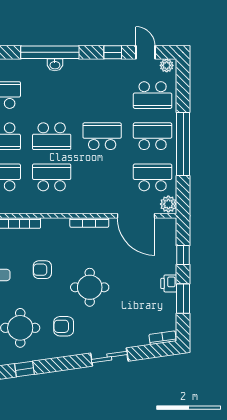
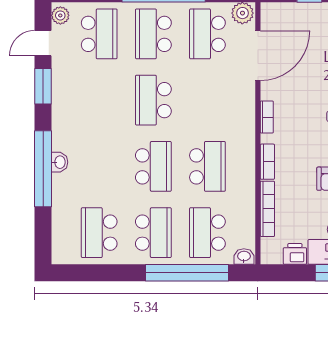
window: (113, 52) -> (43, 86), width x1.50
school desk: (52, 177) -> (207, 166), turned 180
bookcase: (55, 223) -> (267, 162), added
bookcase: (89, 223) -> (267, 117), width x0.64

